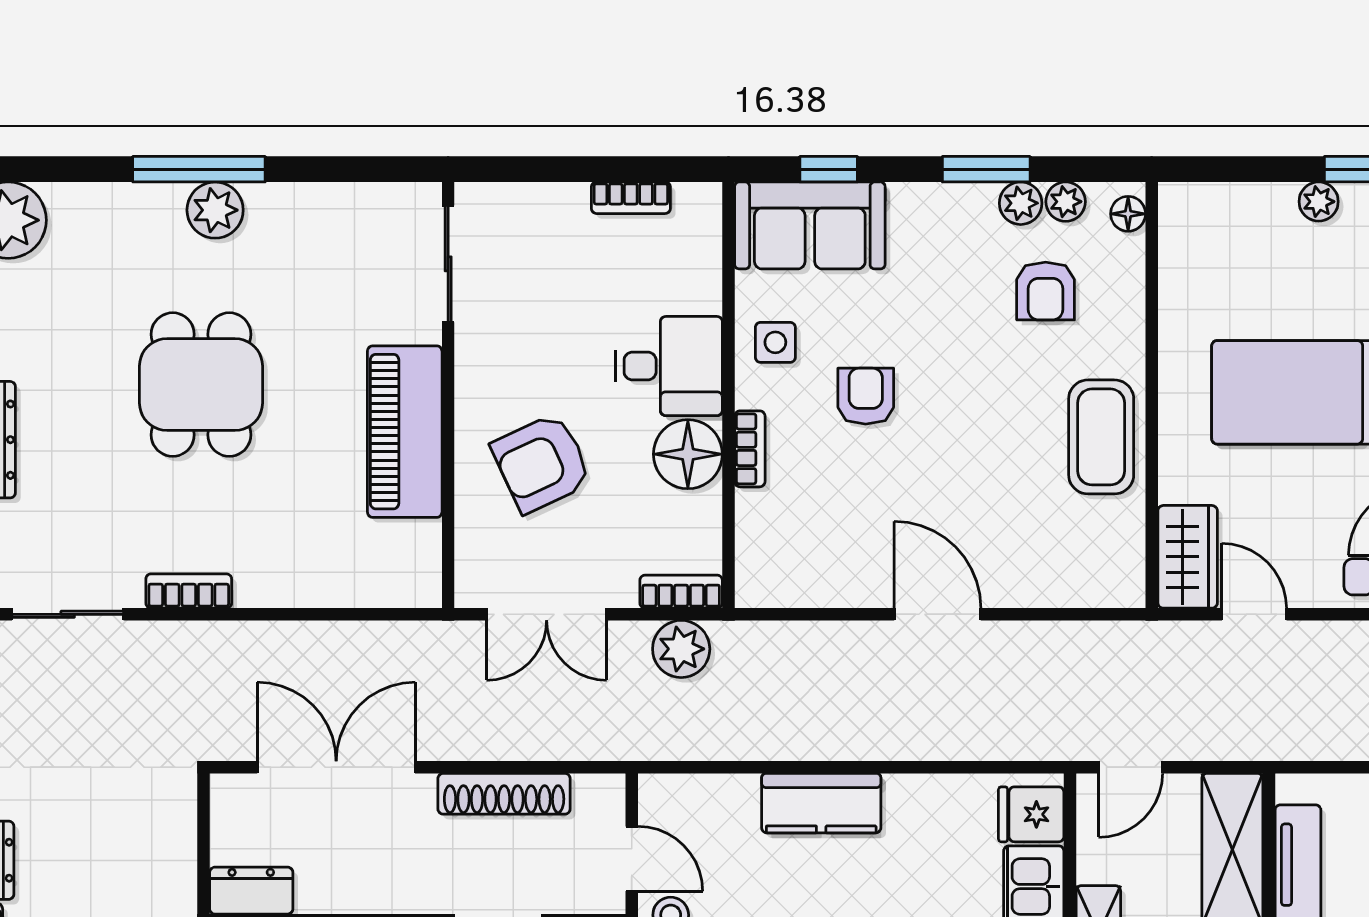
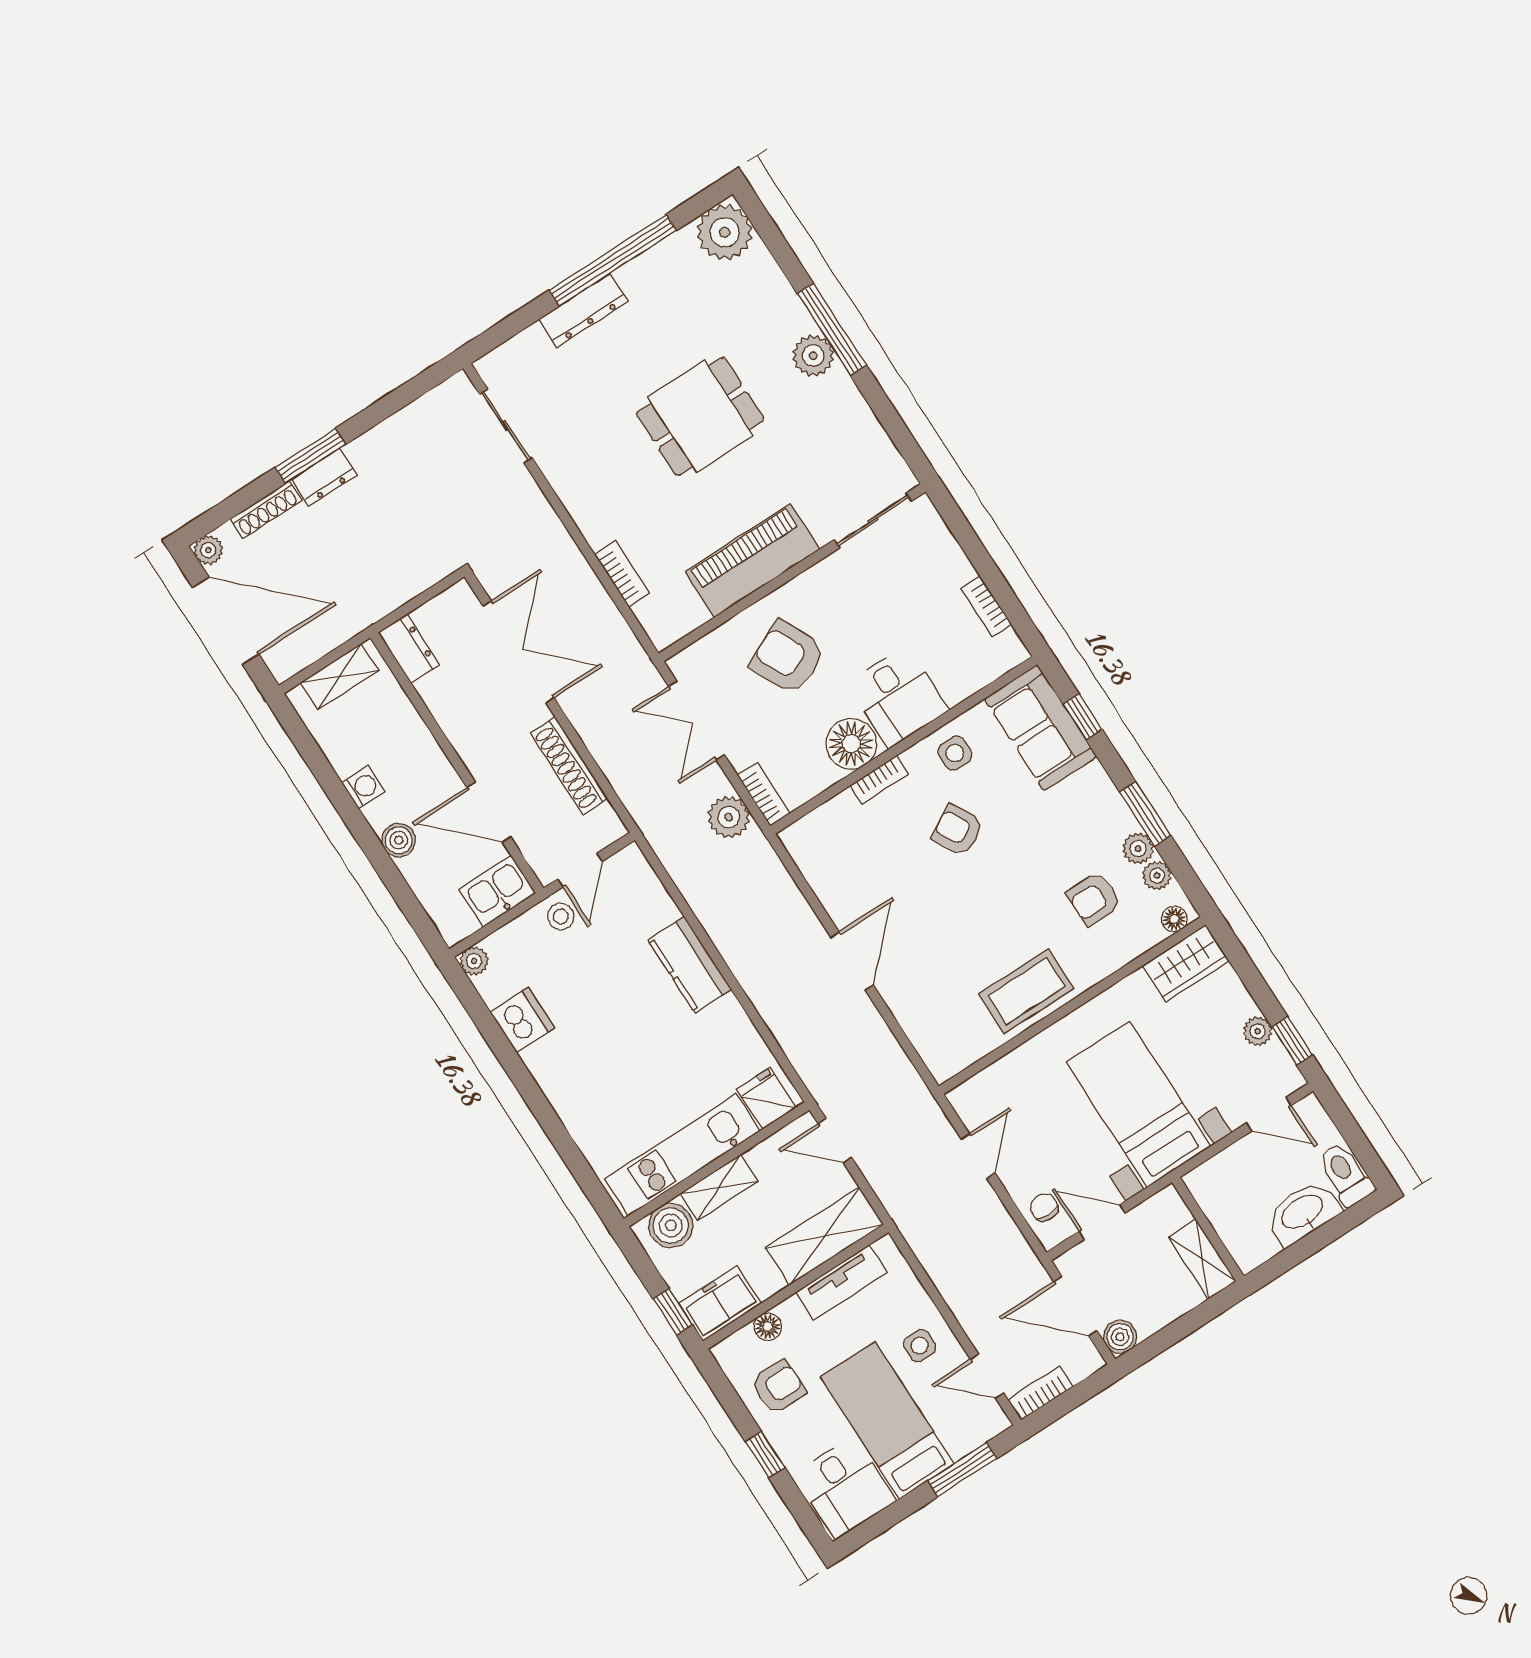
armchair: (866, 396) -> (958, 830), turned -120
wardrobe: (1188, 557) -> (1186, 963), moved
bookcase: (189, 591) -> (622, 574), moved

